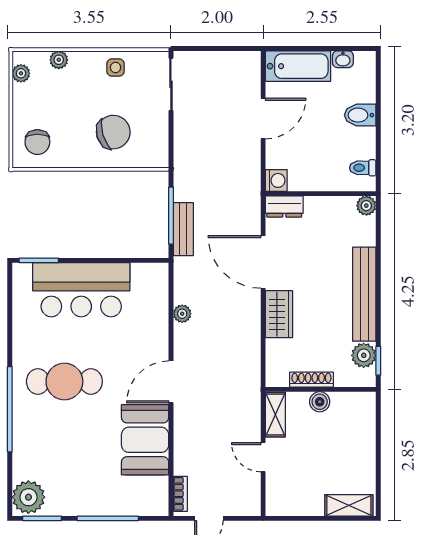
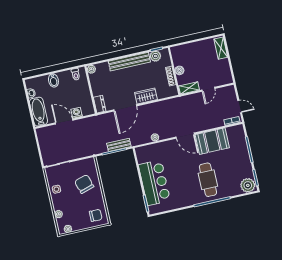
washing machine: (276, 180) -> (76, 113), moved
cafe table: (64, 381) -> (208, 180), moved

